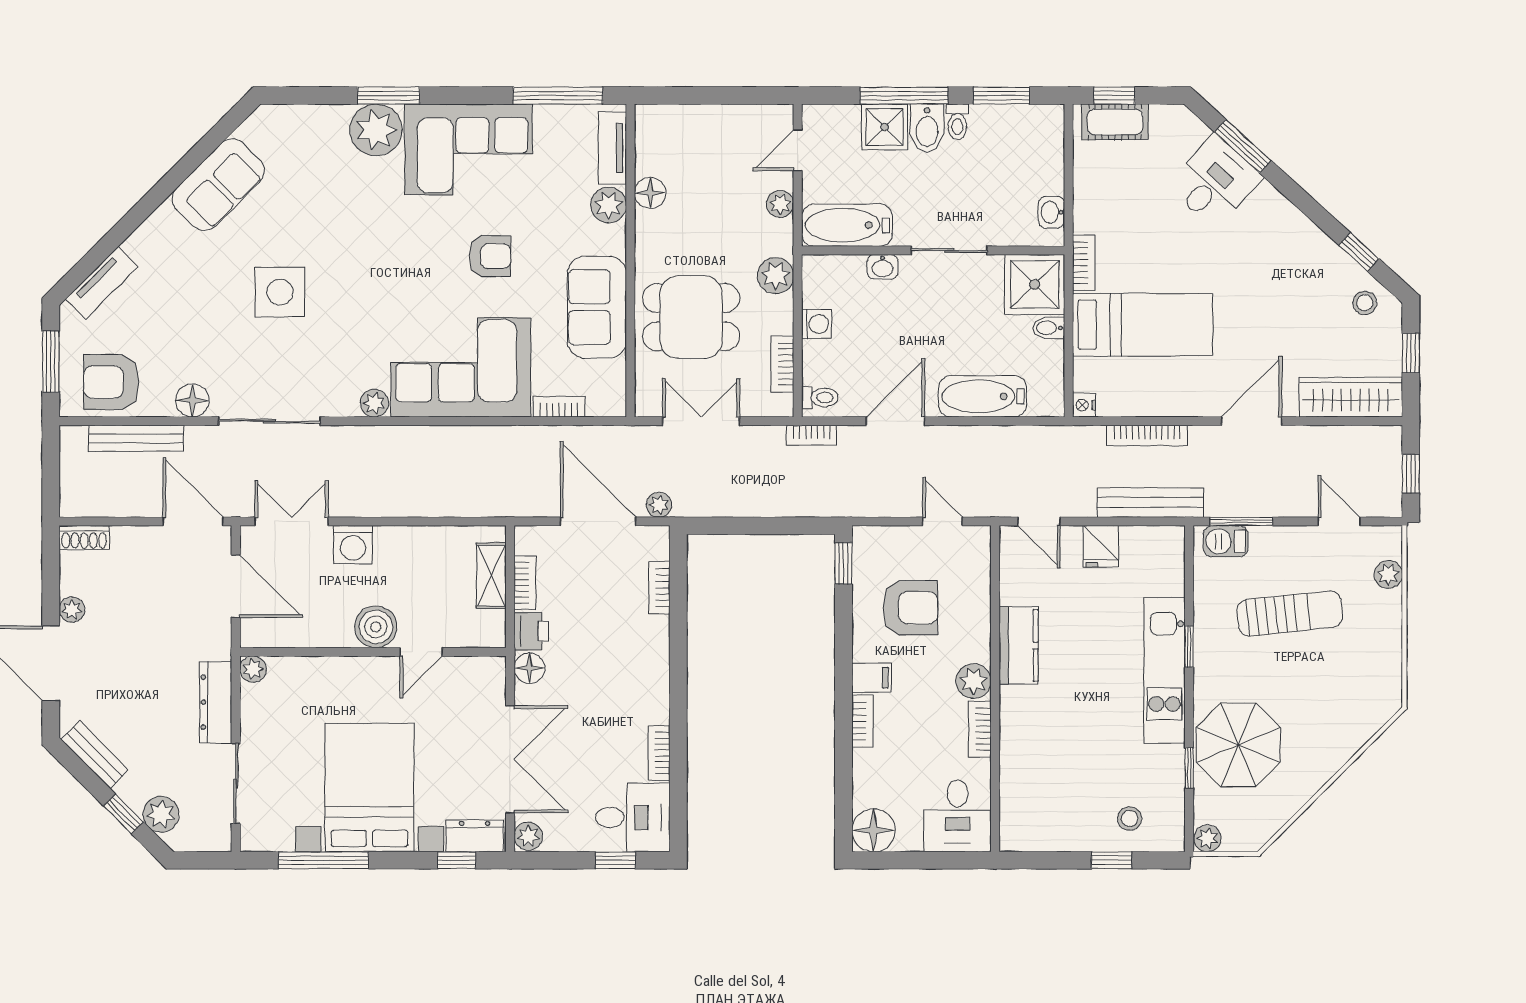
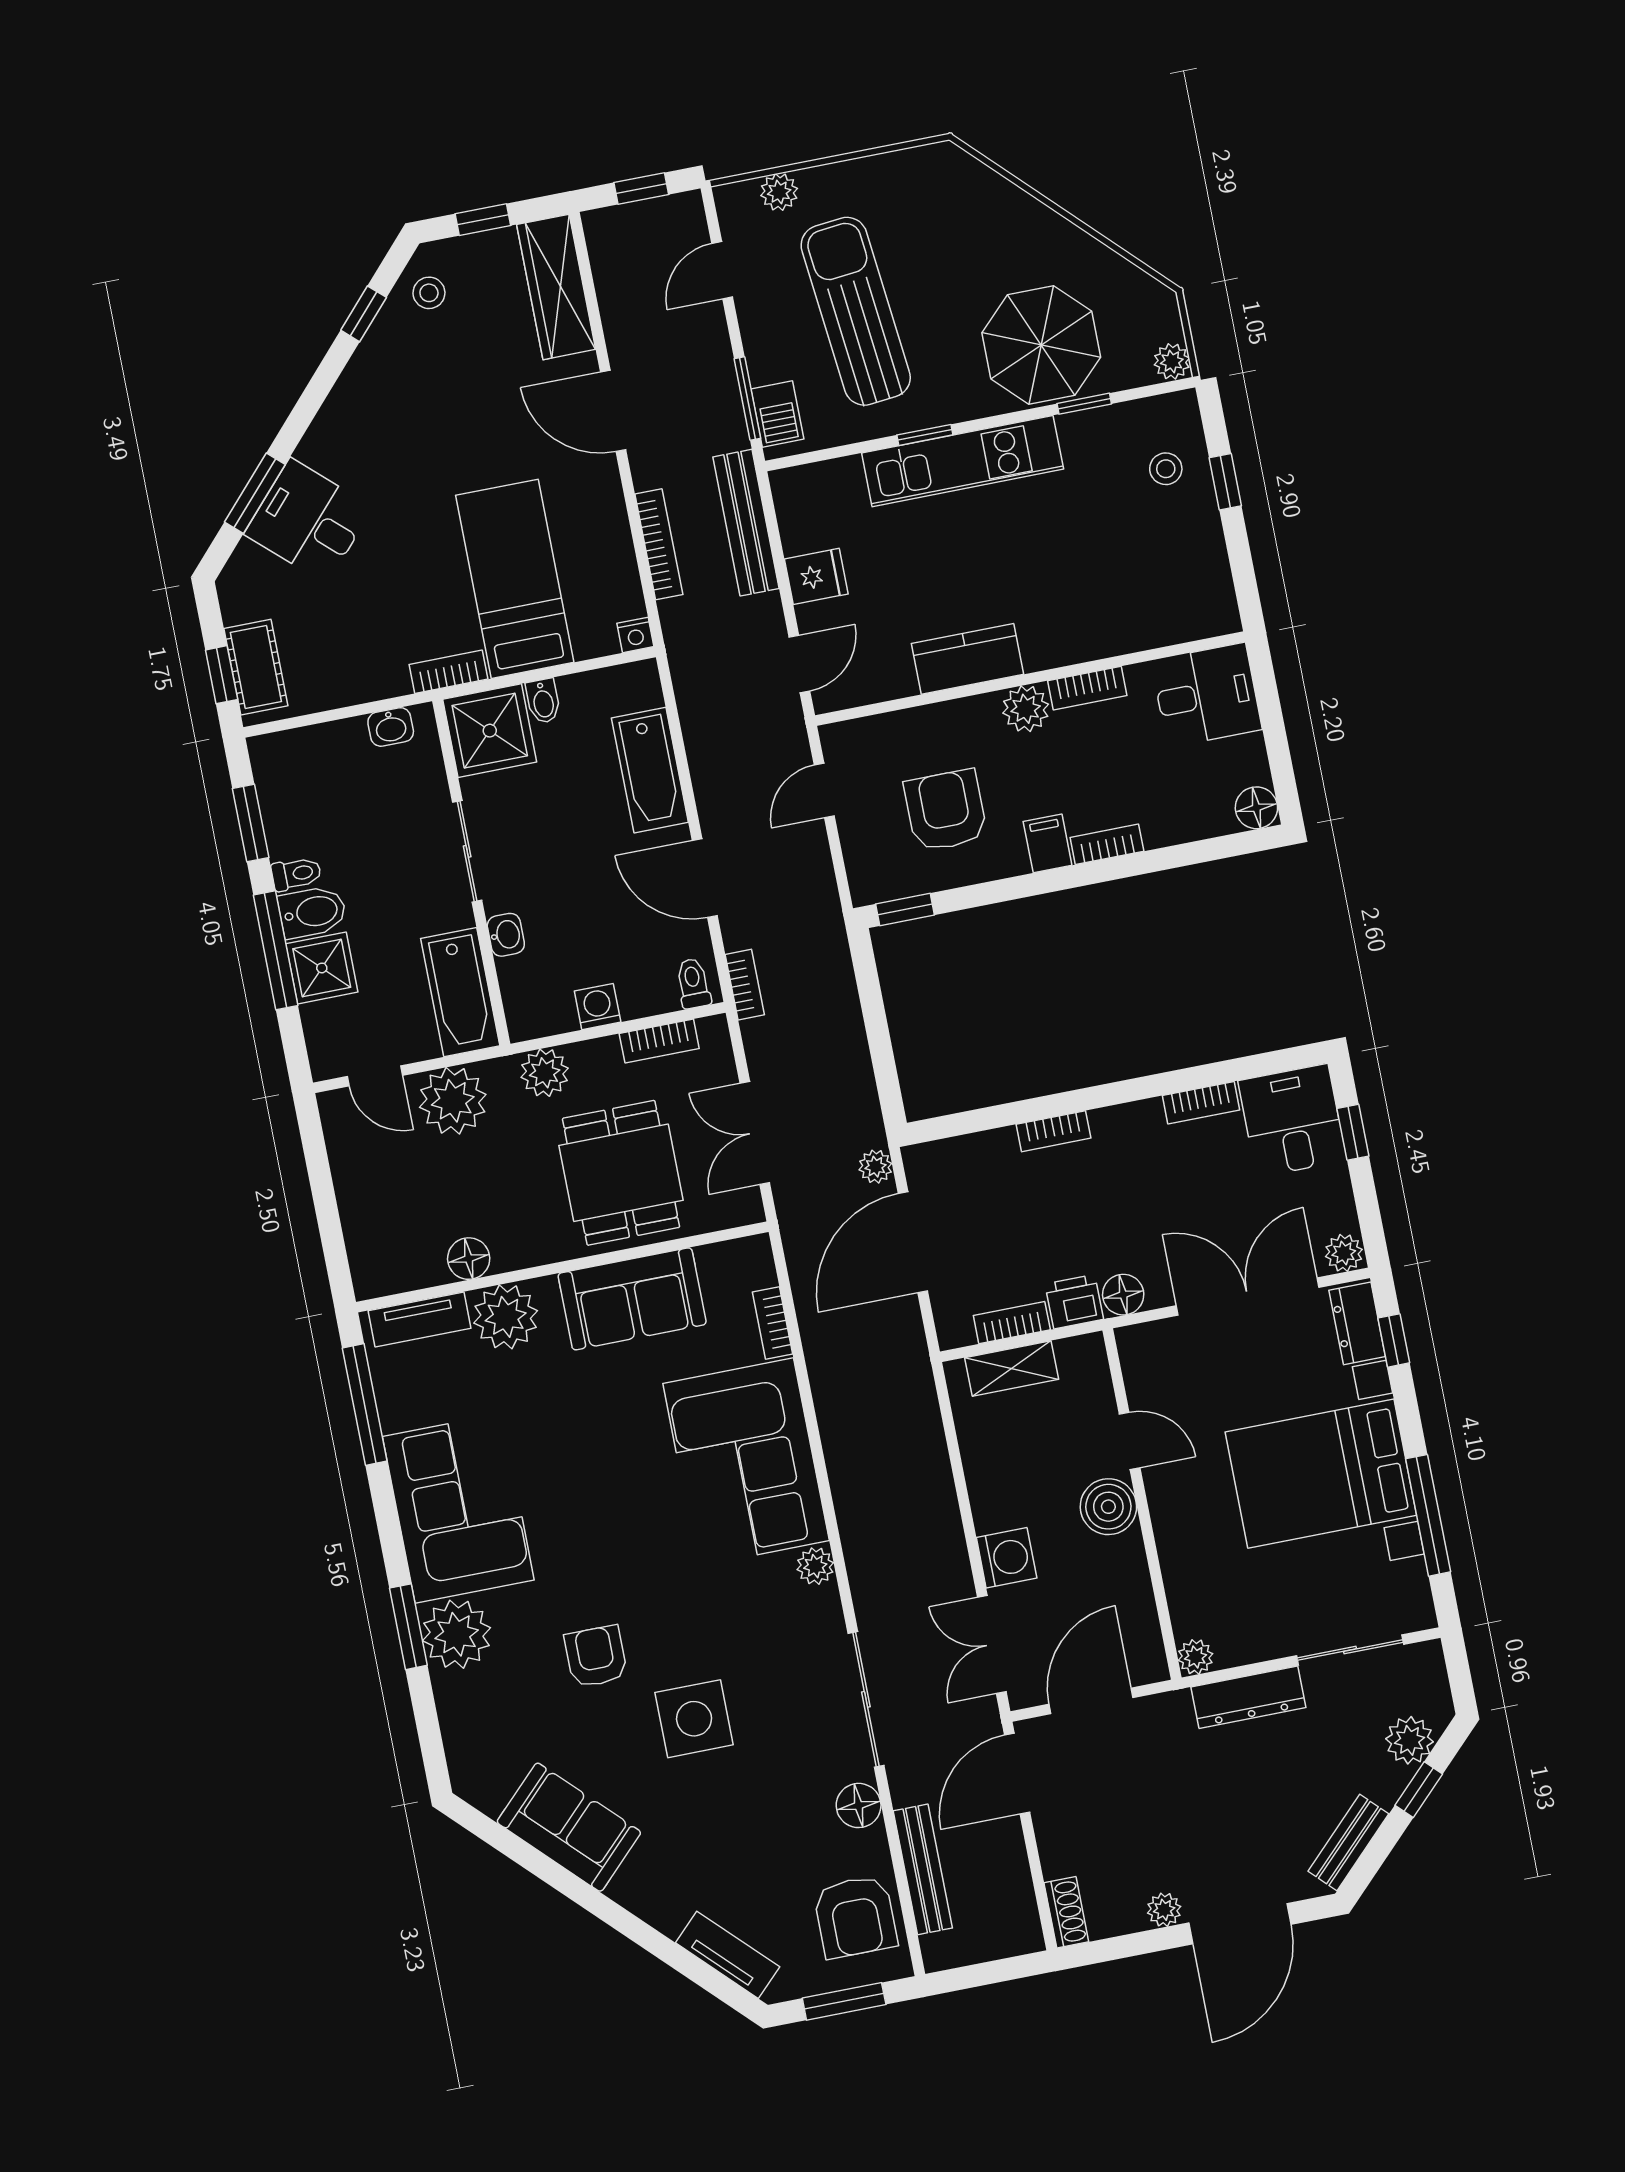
plant: (780, 204) -> (453, 1101), width x1.87, depth x1.87
plant: (609, 205) -> (506, 1317), width x1.36, depth x1.36
armchair: (490, 256) -> (596, 1656), moved
bookcase: (659, 588) -> (1054, 1131), moved
sun lounger: (1290, 614) -> (856, 311), width x1.36, depth x1.34
floor lamp: (873, 830) -> (1256, 808), width x0.73, depth x0.73

